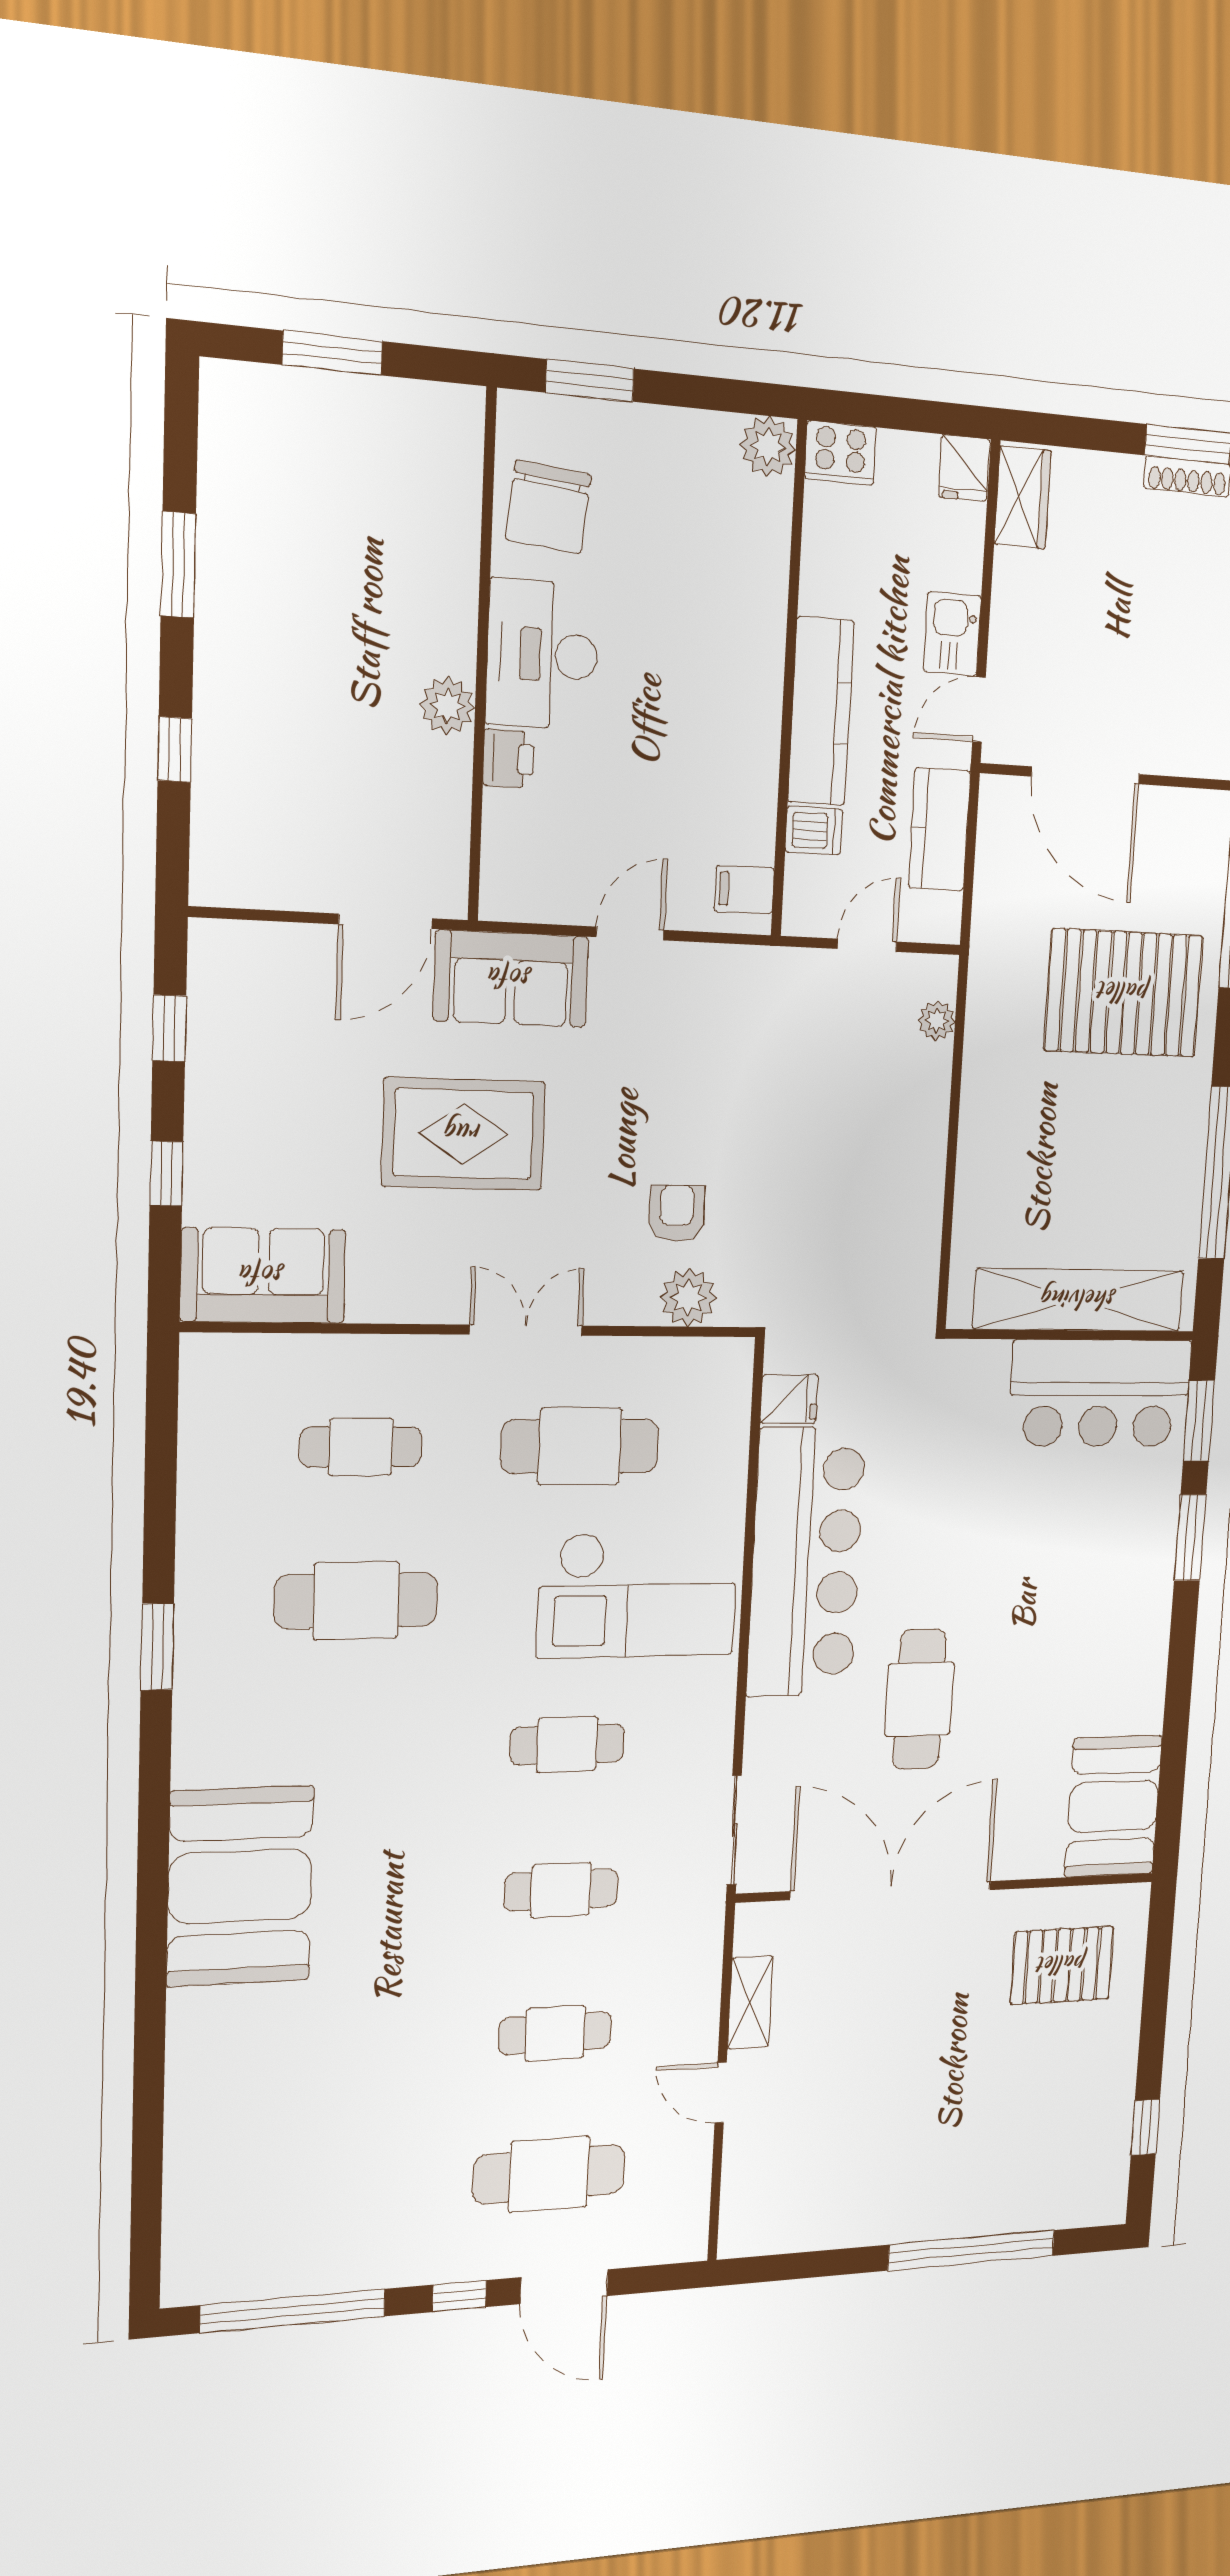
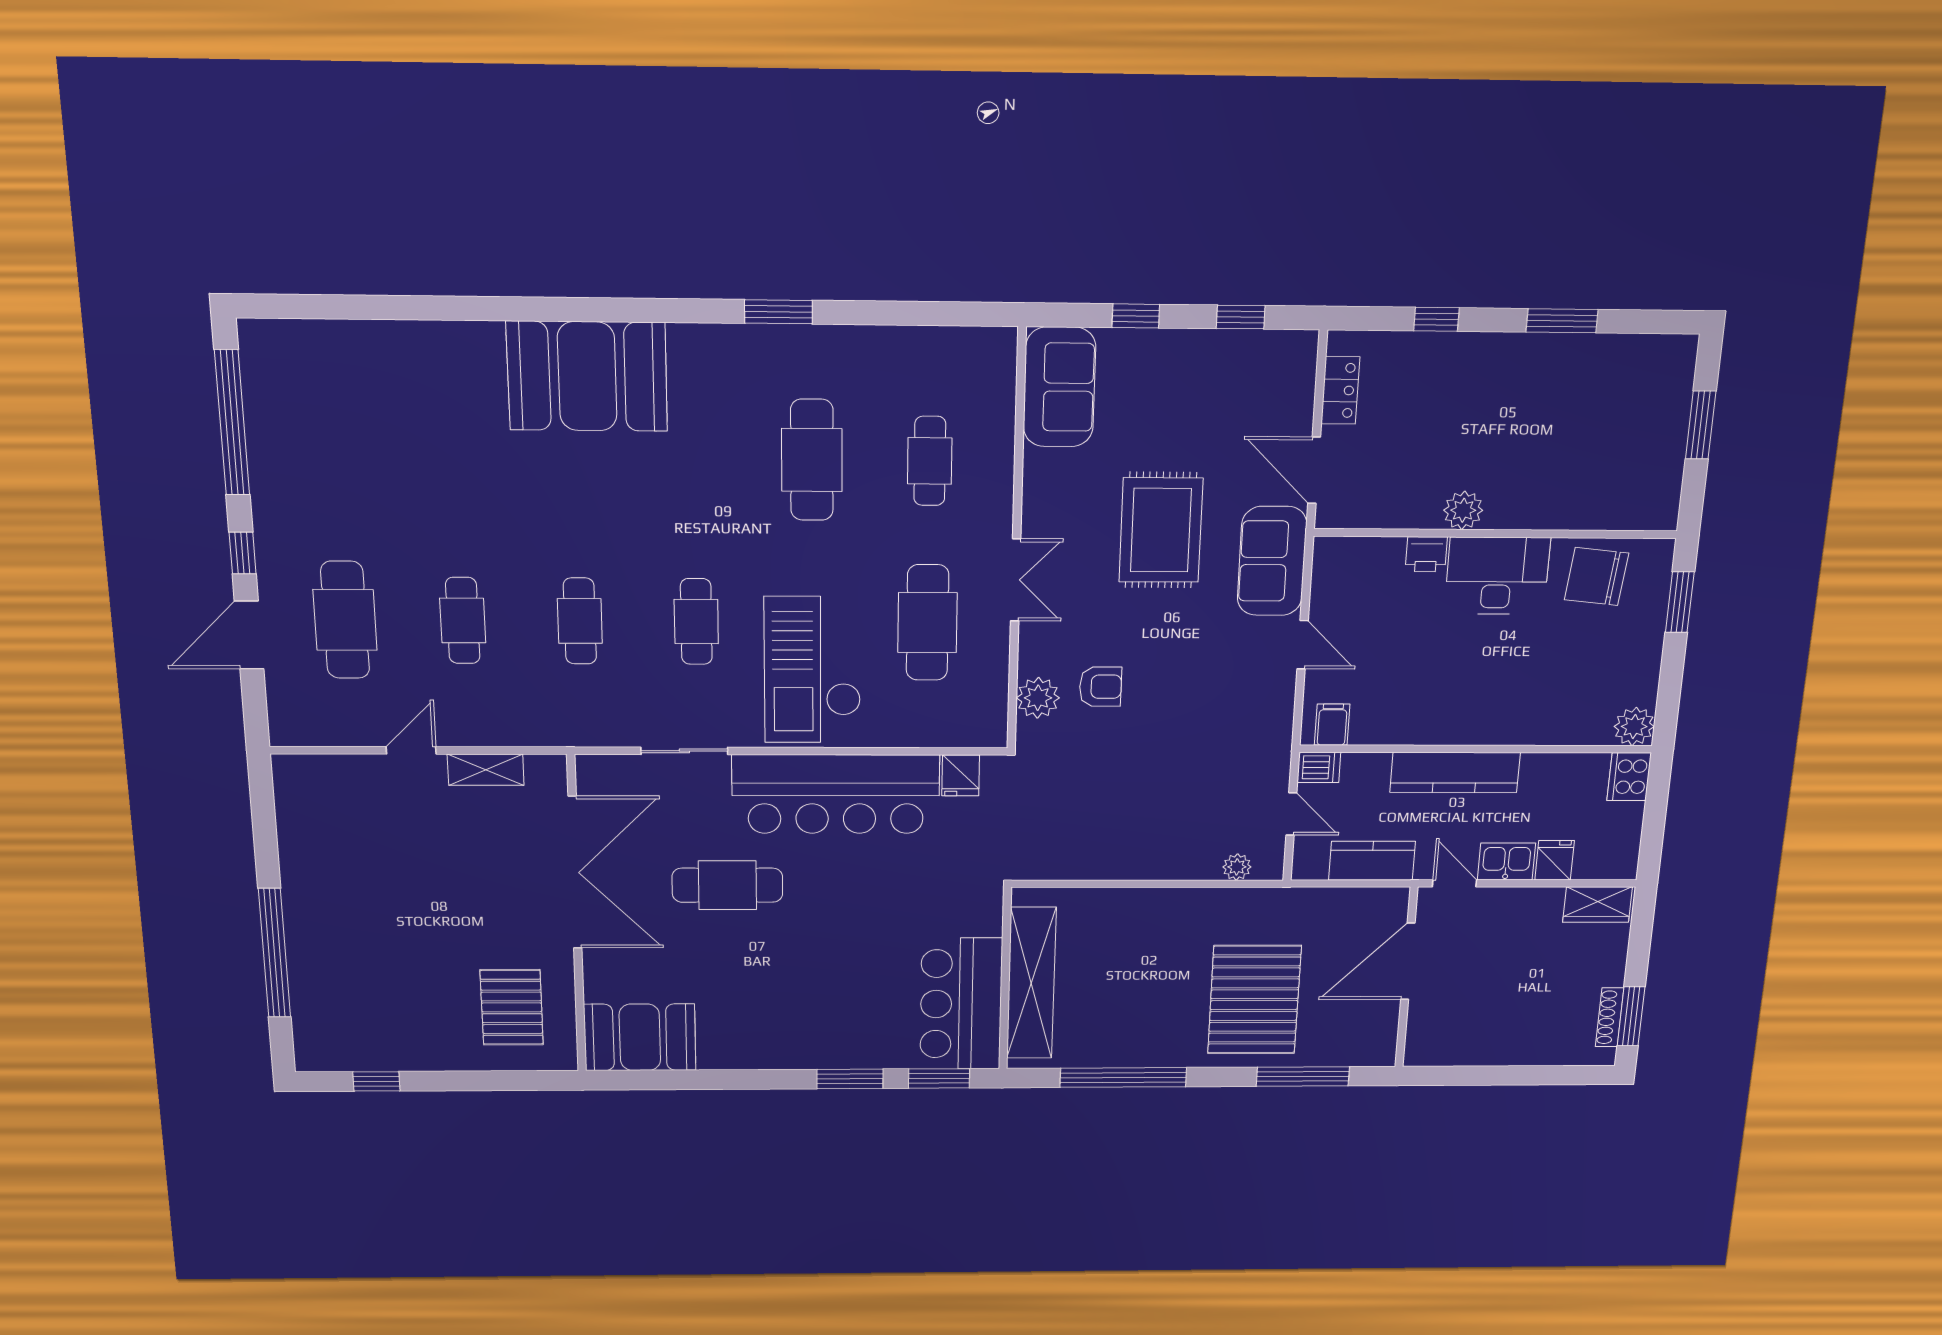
fridge: (964, 468) -> (1554, 860), moved, turned 90
dishwasher: (814, 831) -> (1319, 767), moved, turned -90
locker: (274, 886) -> (1340, 390), added
sliding door: (734, 1830) -> (684, 751), moved

